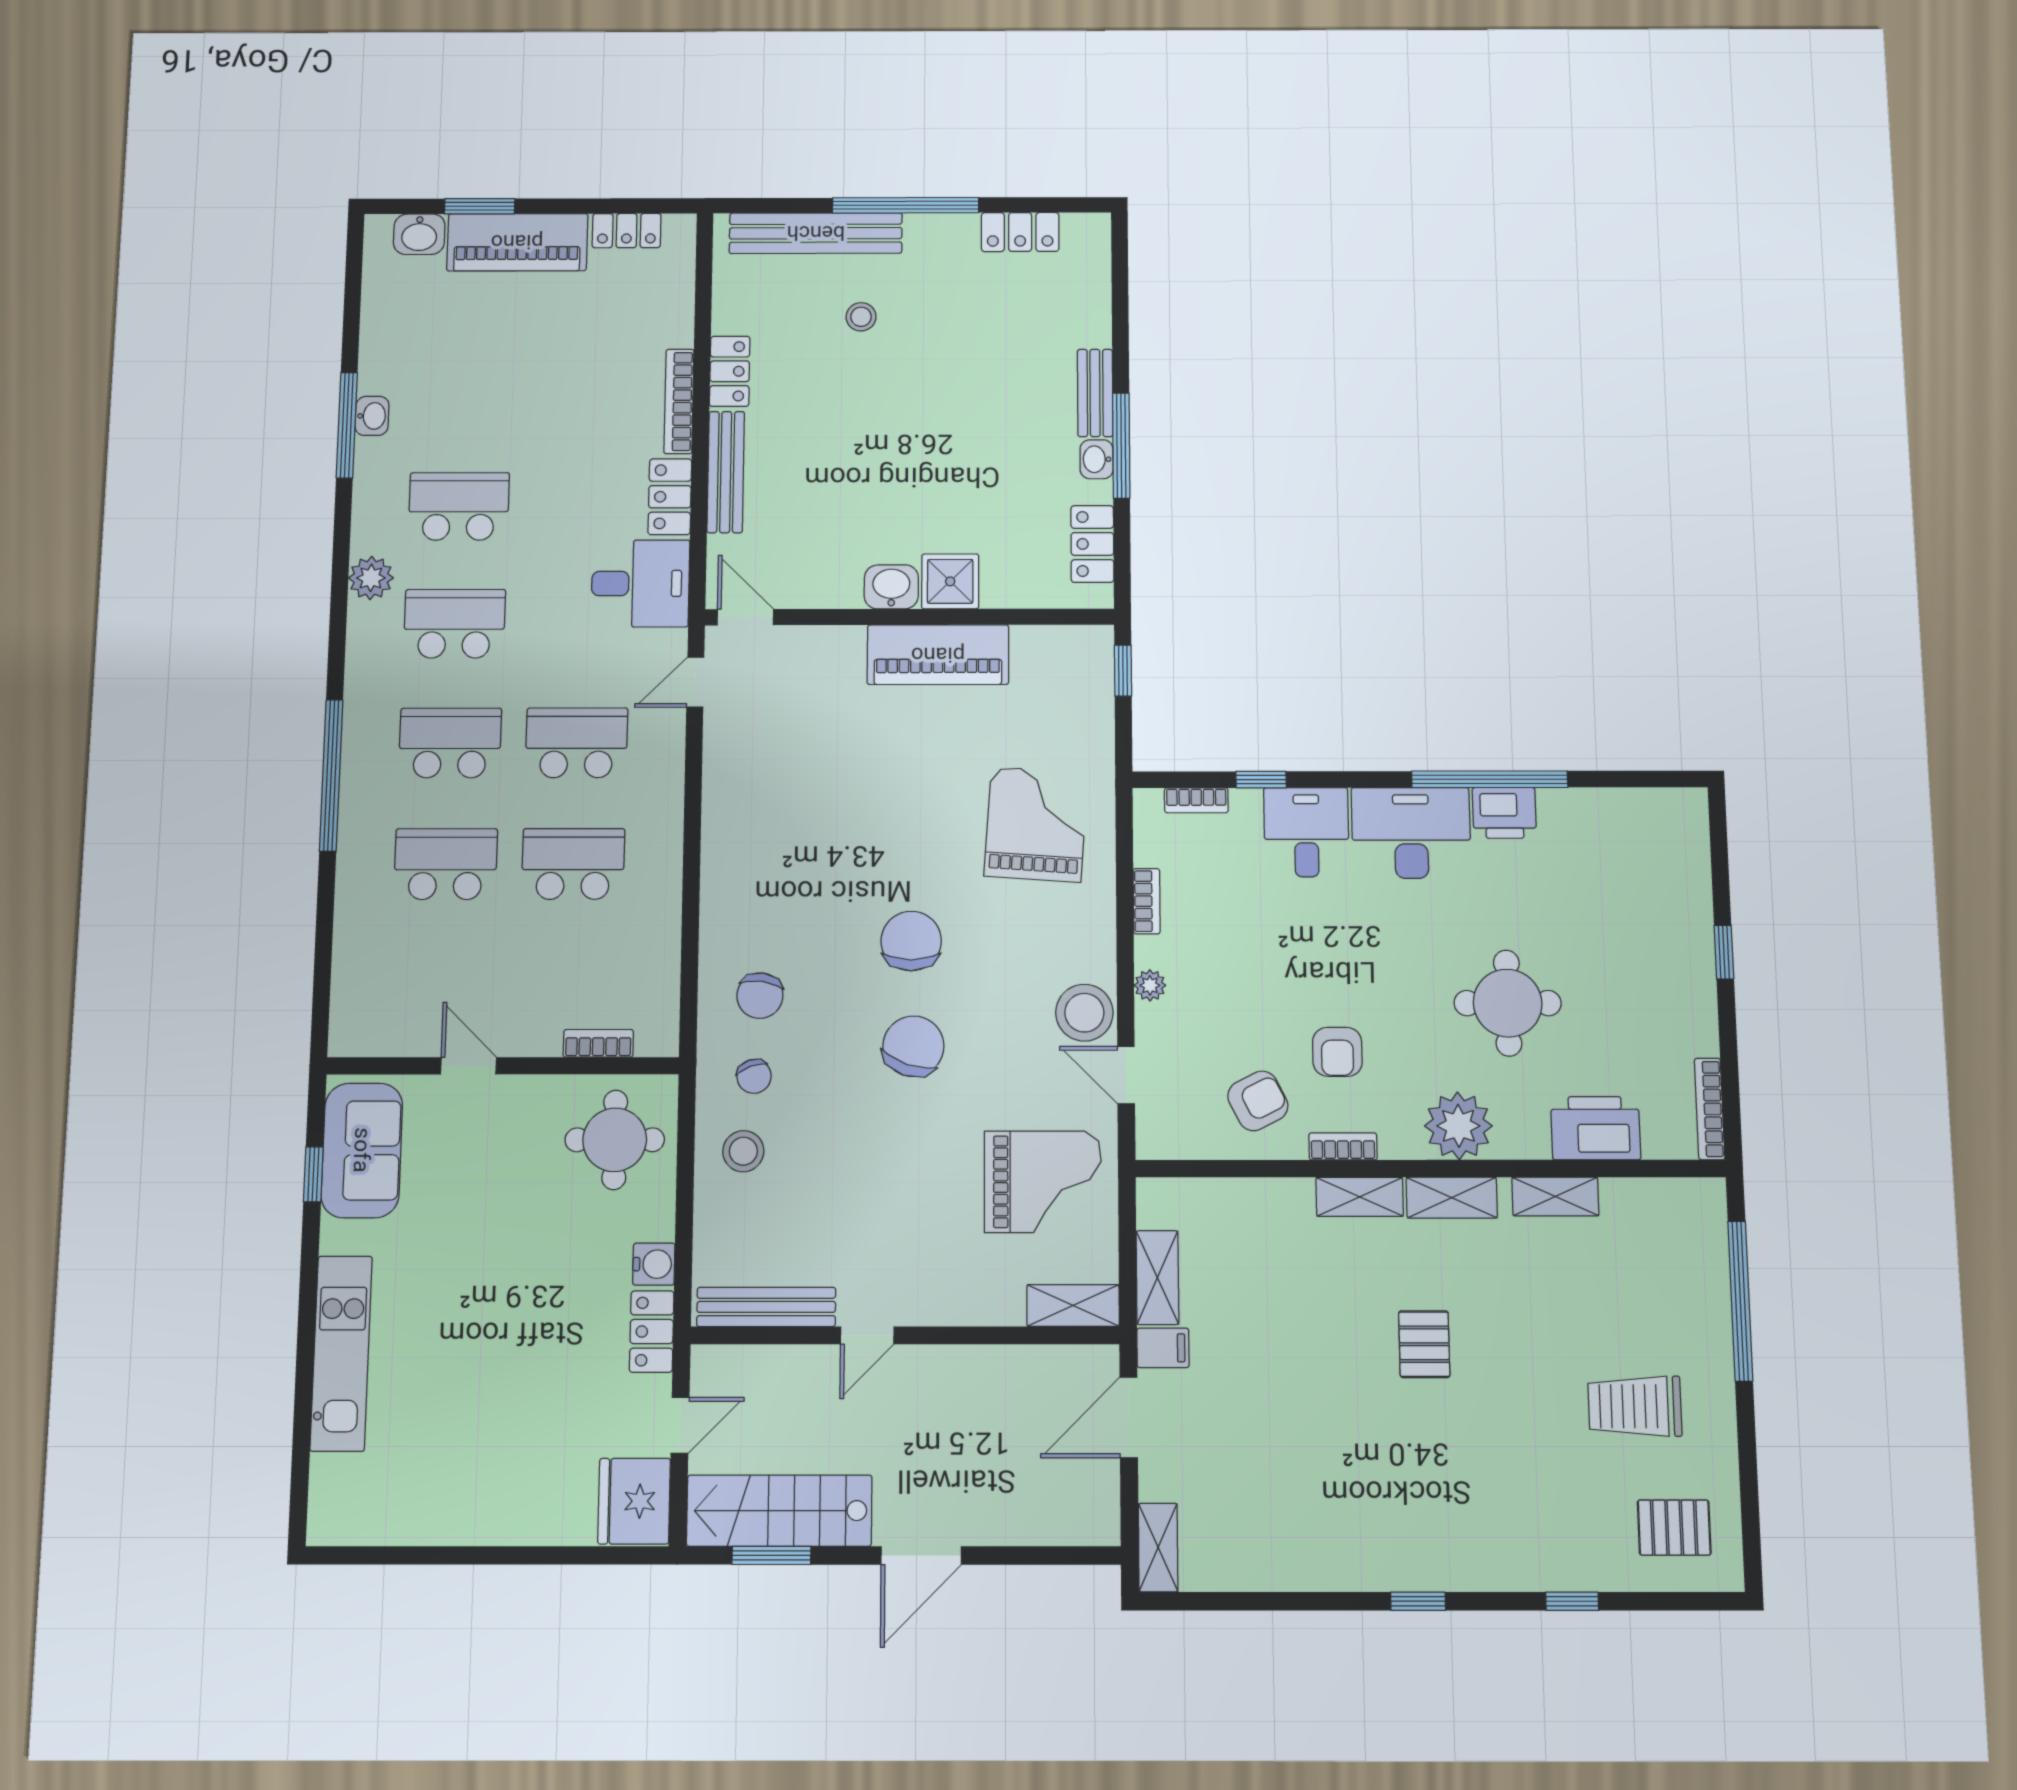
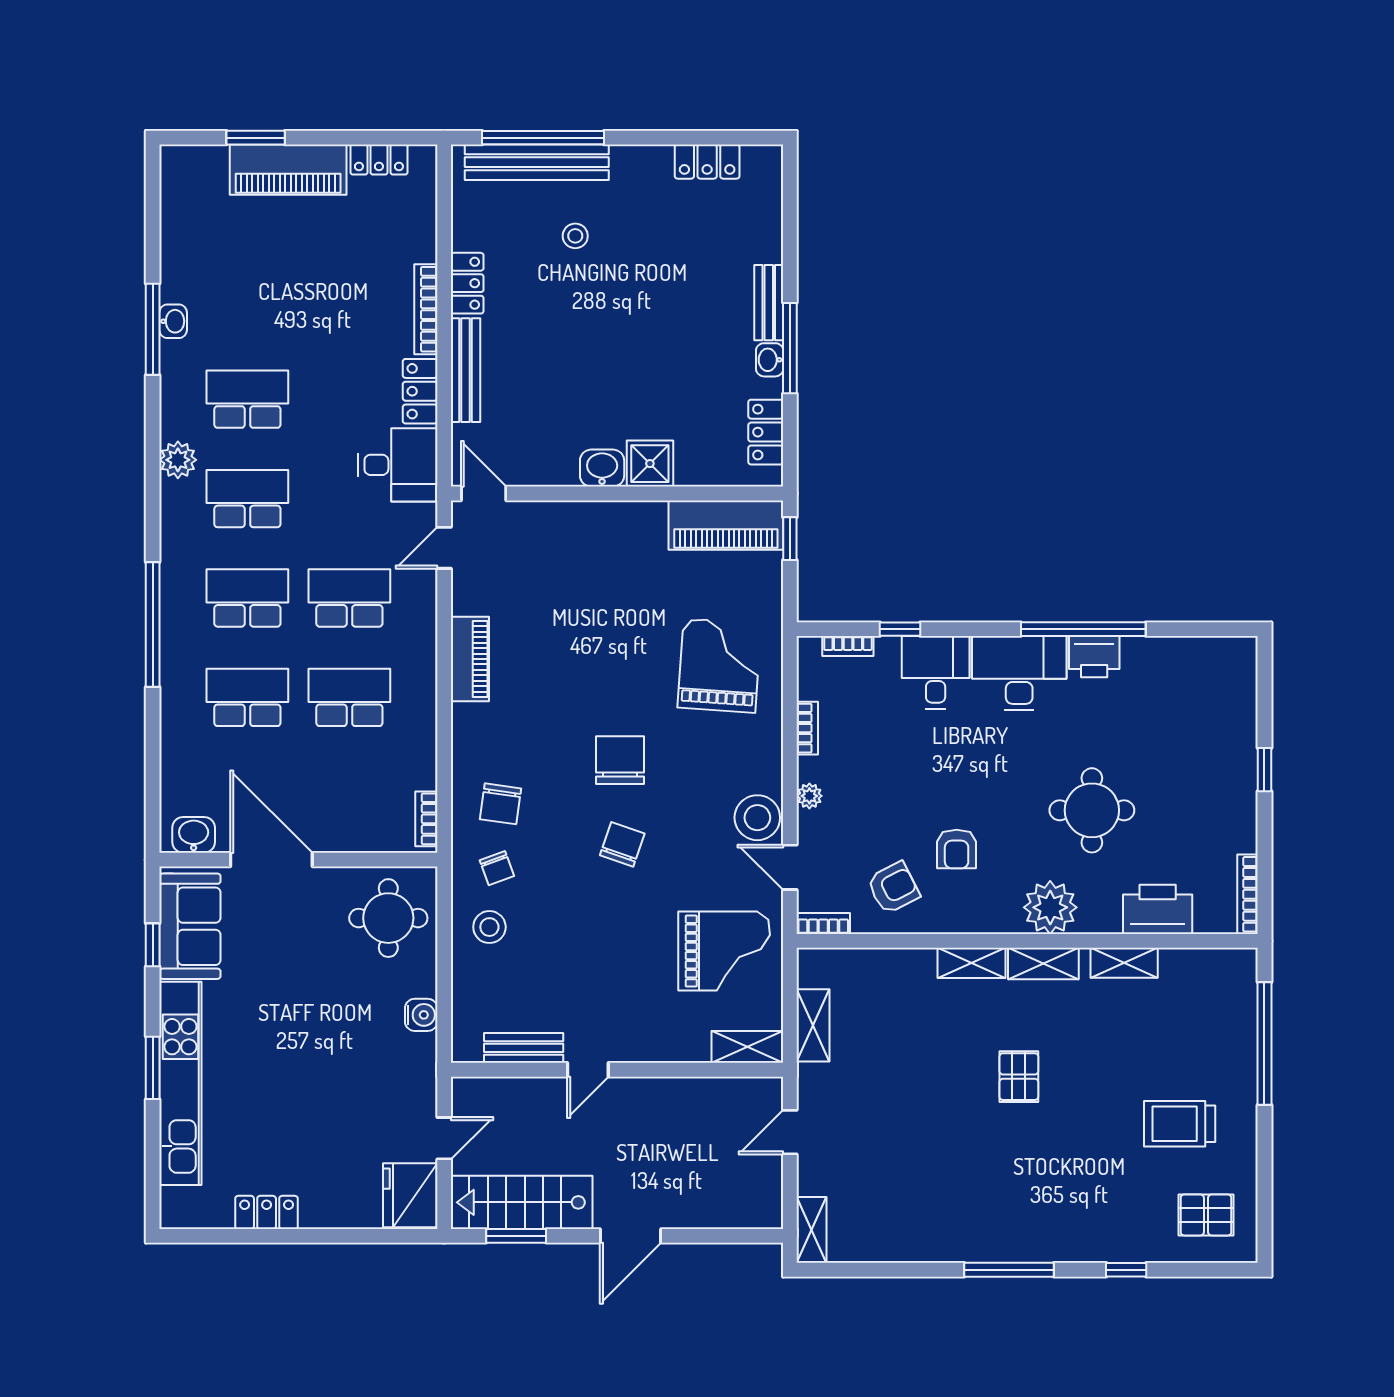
window: (905, 205) -> (543, 138), moved
washbasin: (419, 234) -> (194, 835), moved, turned 180
piano: (938, 655) -> (726, 525), moved
piano: (725, 817) -> (470, 659), added
bookcase: (598, 1043) -> (426, 819), moved, turned -90
chair: (913, 1046) -> (622, 844), width x0.73, depth x0.73
door: (468, 1066) -> (271, 860), width x1.88
bookcase: (1343, 1146) -> (823, 924), moved
bench: (766, 1307) -> (524, 1048), width x0.73
locker: (652, 1332) -> (267, 1212), moved, turned 90
window: (306, 1333) -> (153, 1068), added
filing cabinet: (1163, 1348) -> (817, 1079), removed
kitchen unit: (341, 1353) -> (180, 1083), width x1.36
door: (1129, 1417) -> (790, 1132), width x0.73
window: (1418, 1601) -> (1009, 1270), width x2.17

